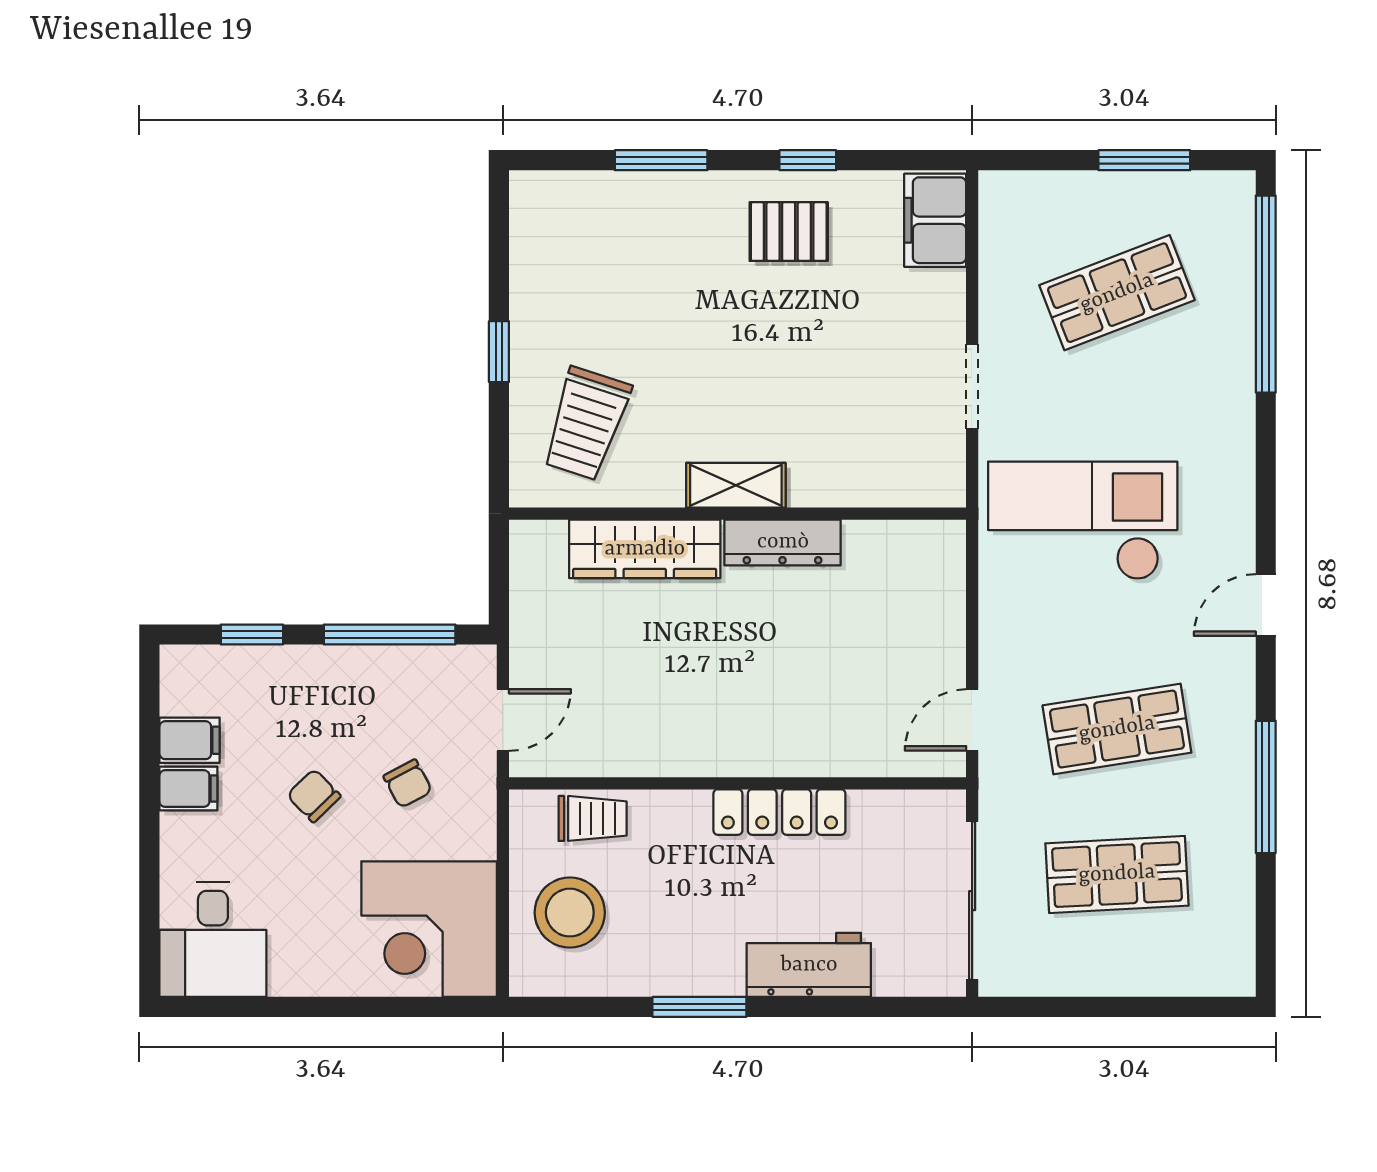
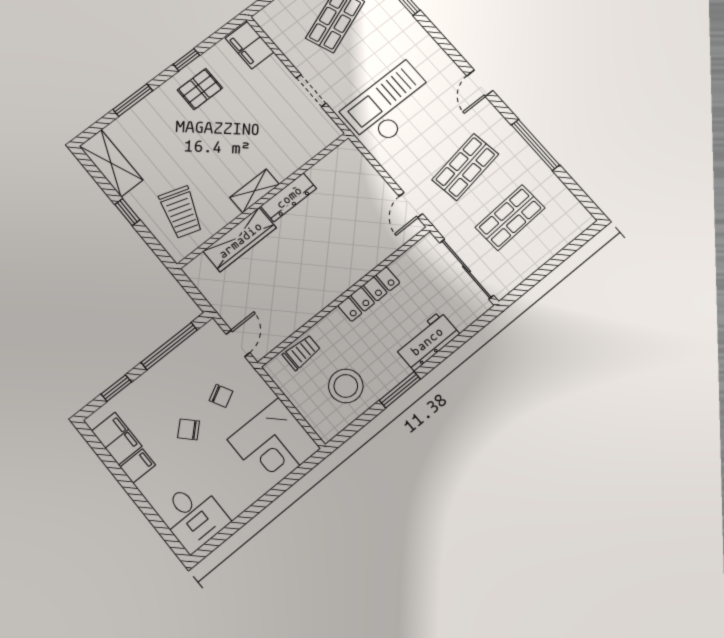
shelving: (538, 243) -> (111, 163), added
filing cabinet: (190, 740) -> (117, 439), width x2.00
stool: (570, 913) -> (346, 386), moved

